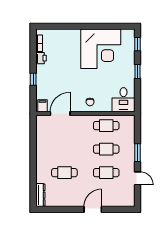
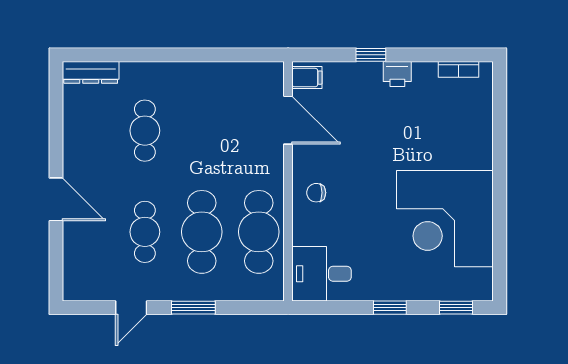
printer: (41, 58) -> (397, 74), moved
cafe table: (106, 126) -> (259, 232), width x1.37, depth x1.35
cafe table: (106, 149) -> (202, 232), width x1.37, depth x1.35

